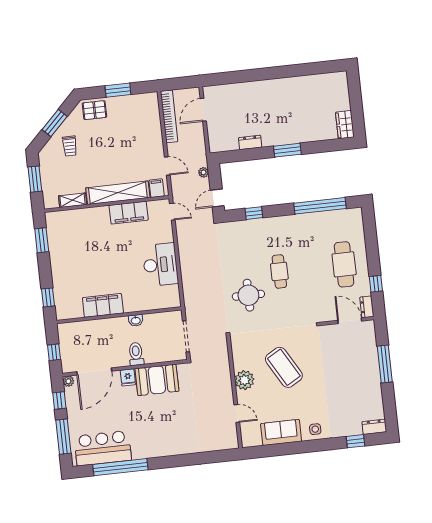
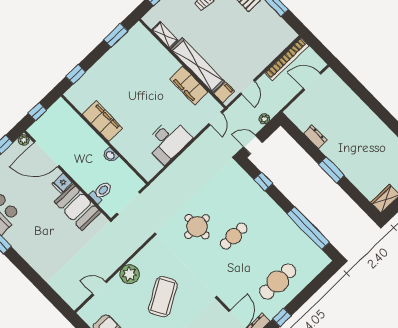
toilet: (136, 354) -> (101, 192), moved
door: (237, 413) -> (99, 288), swing flipped

